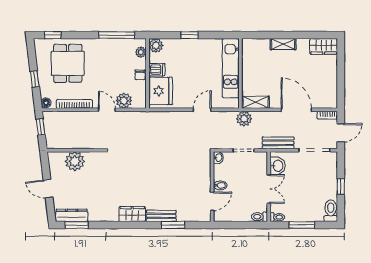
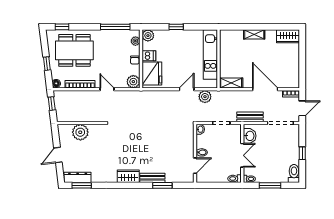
dining table: (68, 63) -> (74, 50), width x1.38
plant: (124, 101) -> (133, 82), moved
plant: (244, 119) -> (205, 97), moved
door: (48, 189) -> (58, 155), hinge flipped

